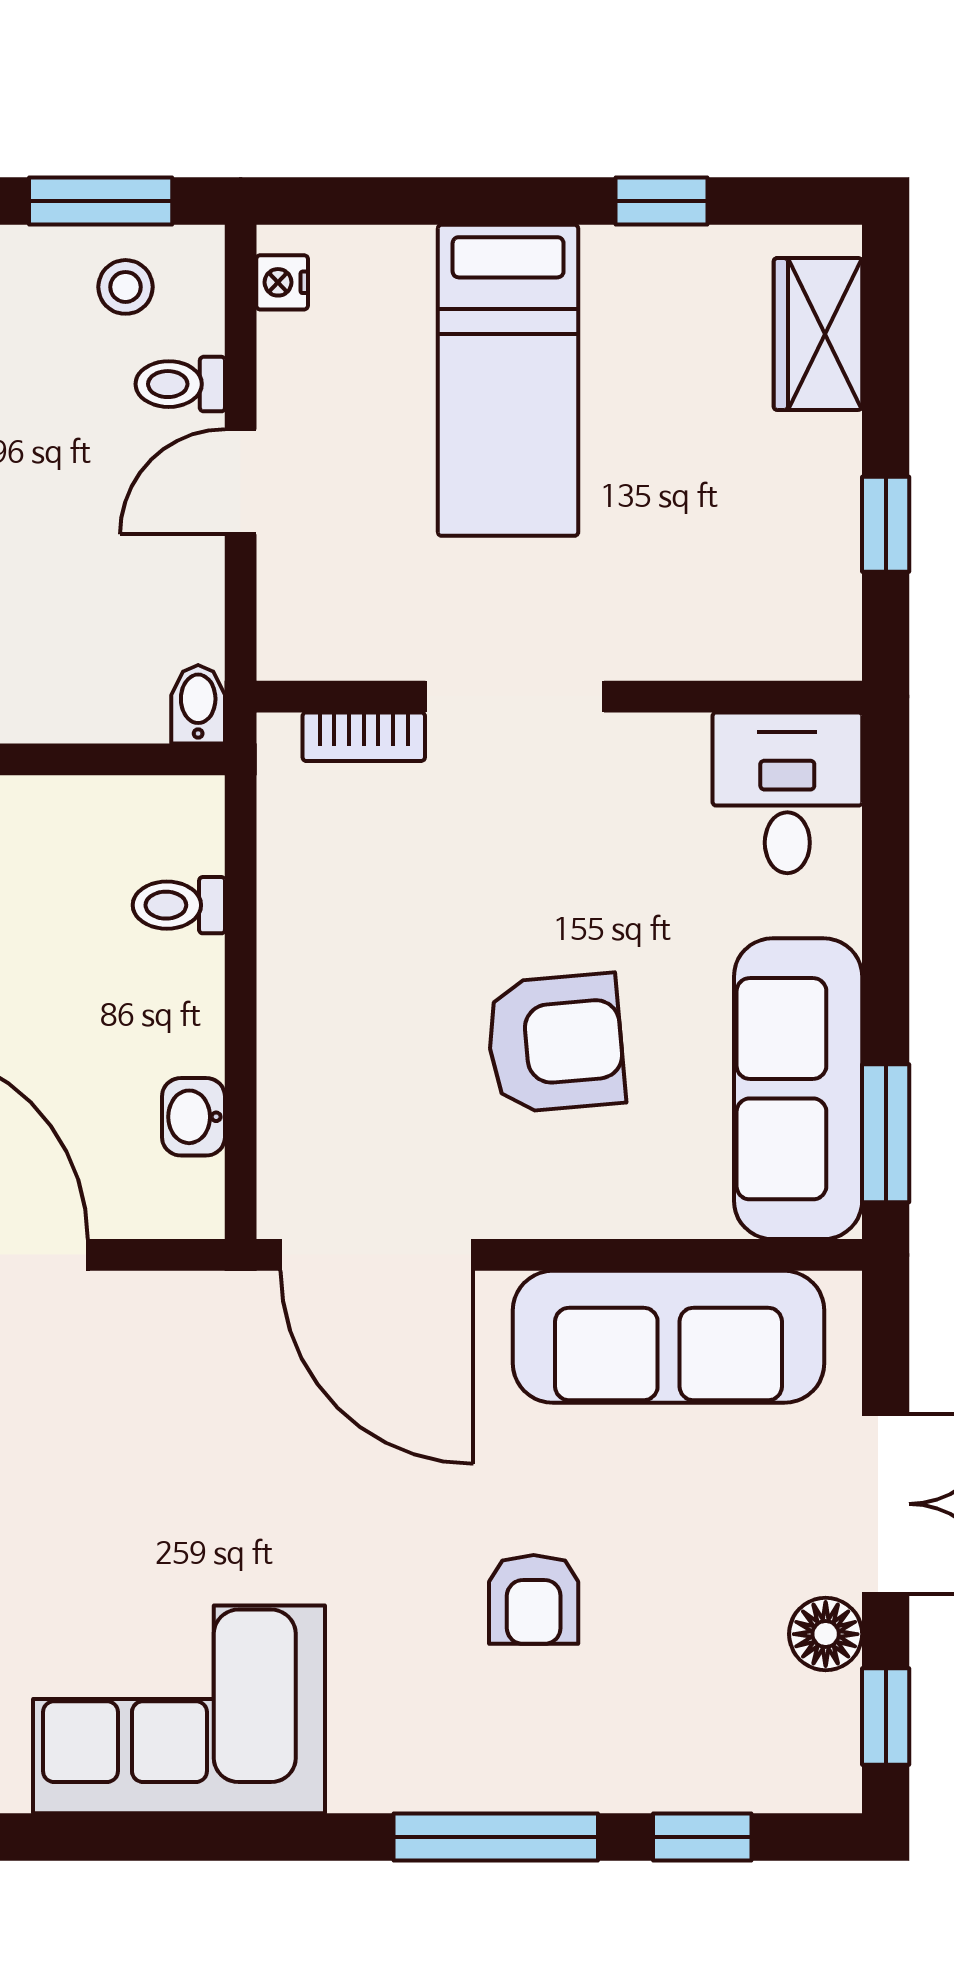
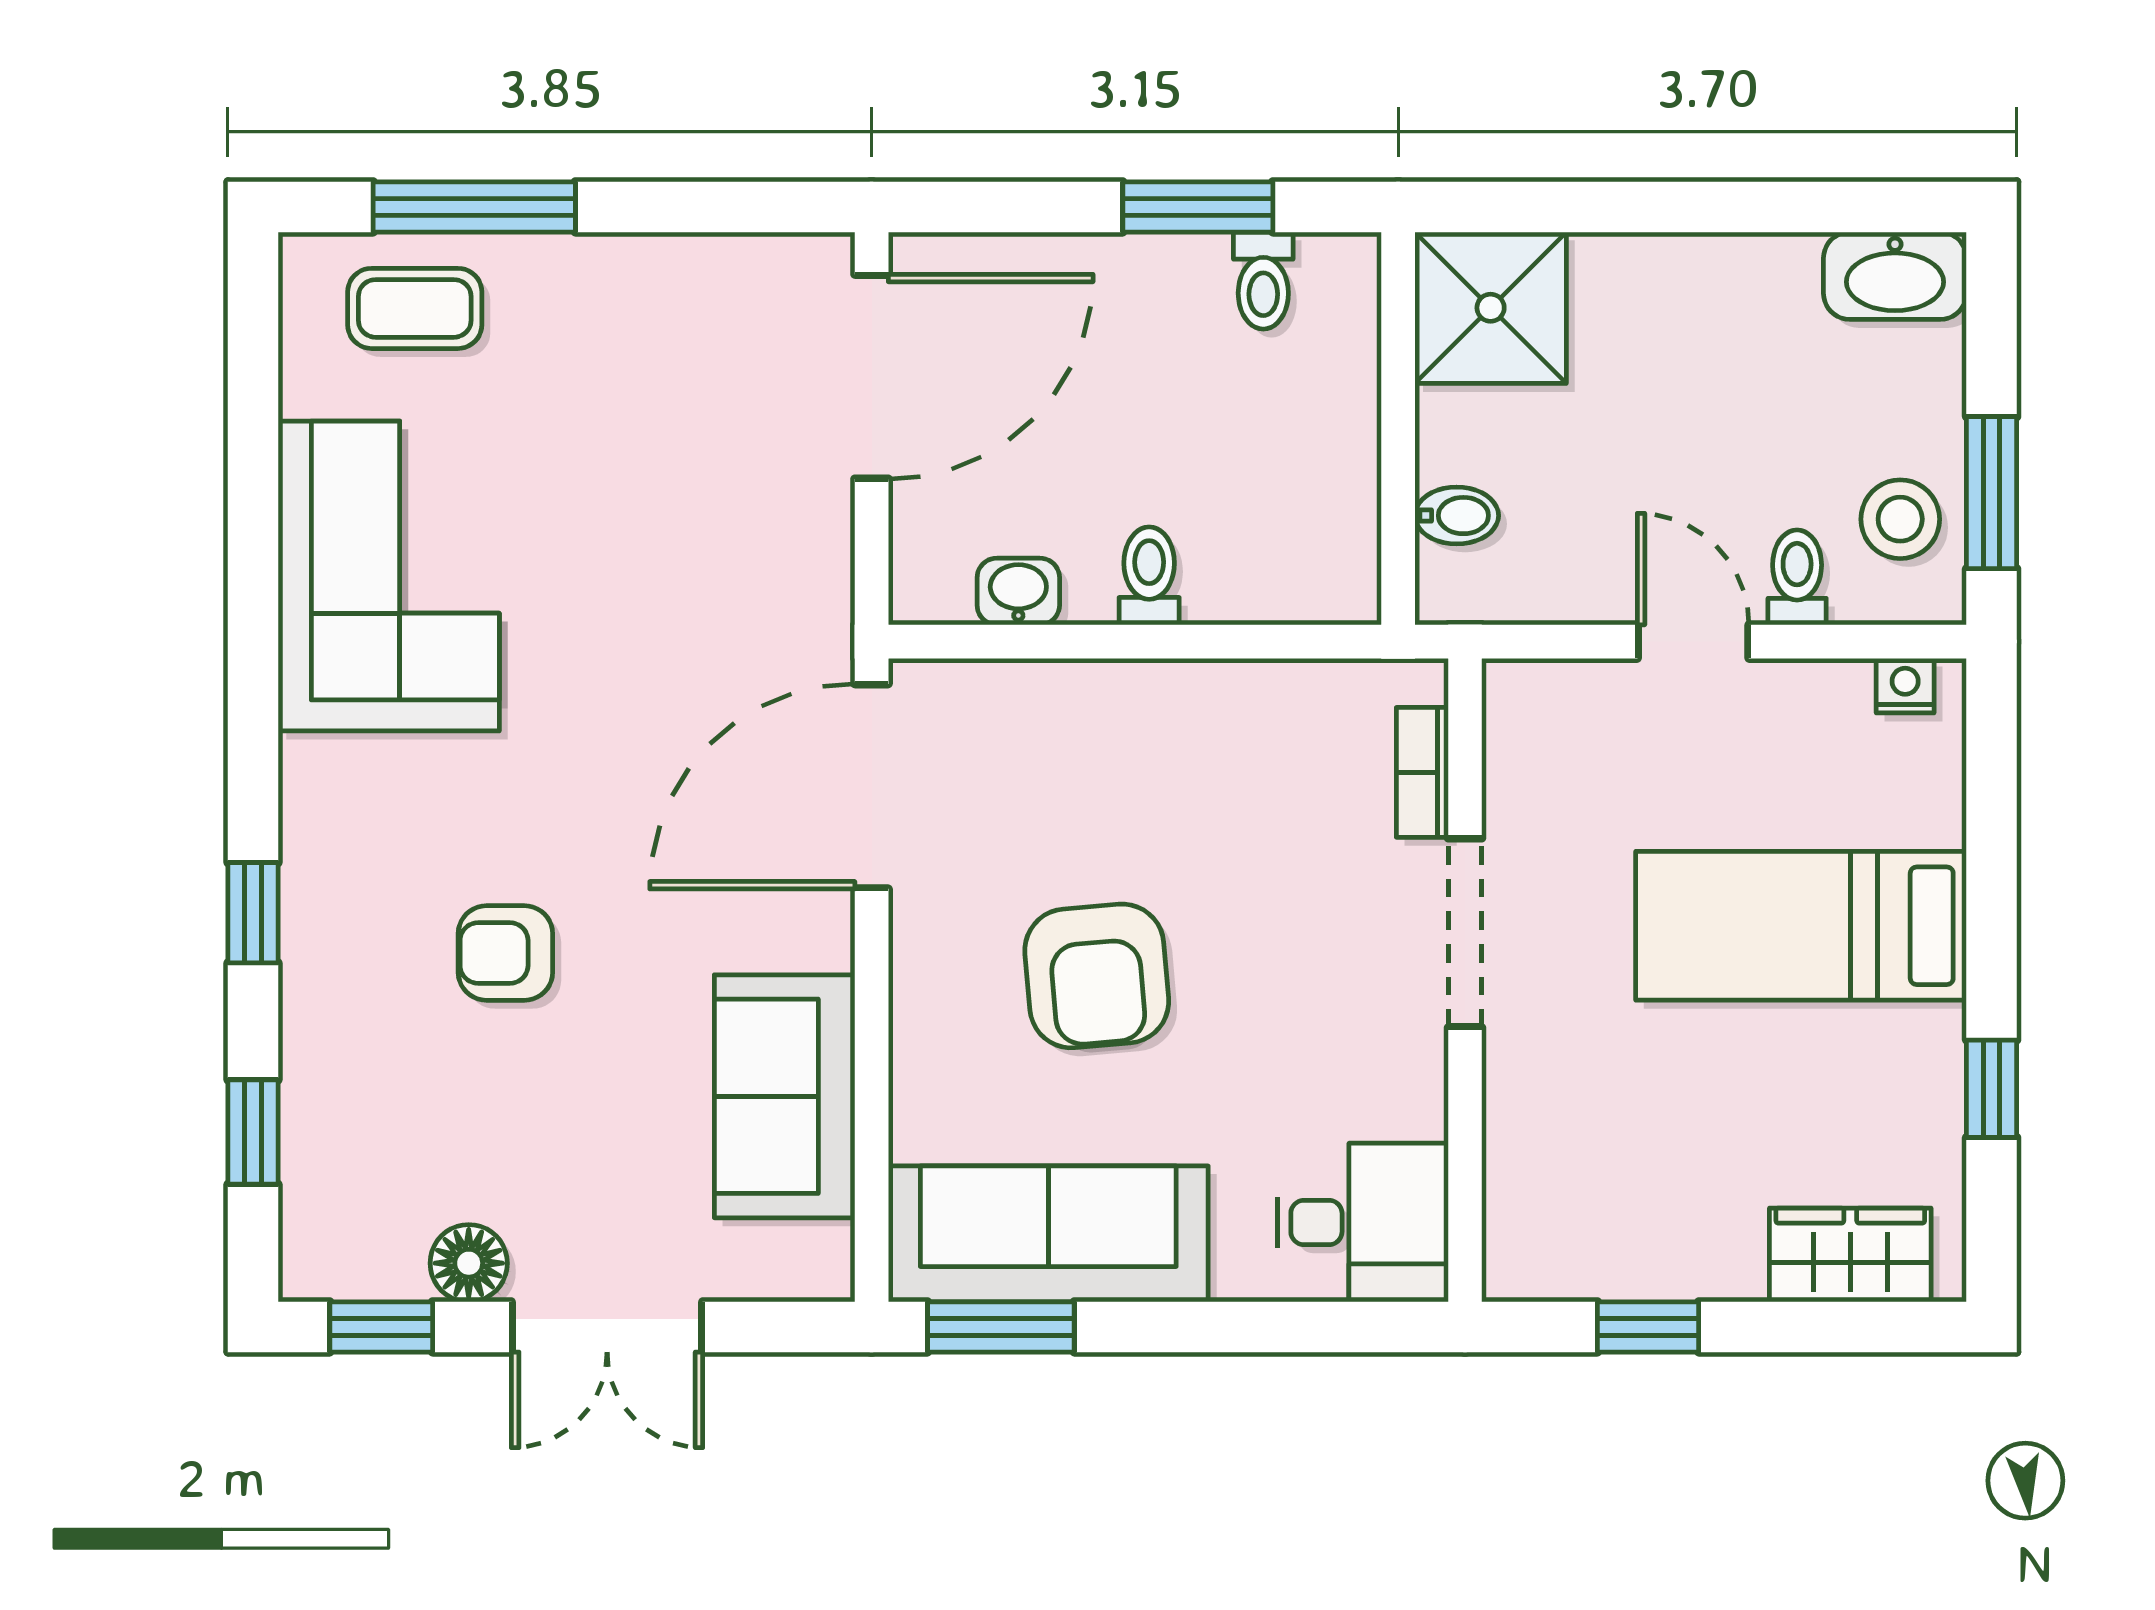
stool: (125, 287) -> (1900, 519), width x1.37, depth x1.37
bidet: (198, 704) -> (1457, 516), moved
toilet: (179, 905) -> (1149, 576), moved
sofa: (669, 1337) -> (785, 1096), width x0.73
window: (496, 1837) -> (253, 913), width x0.46

